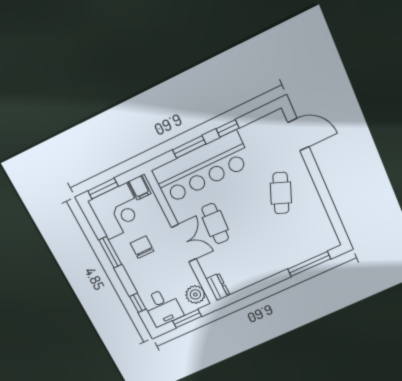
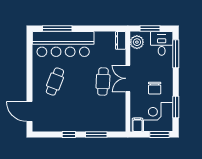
bar counter: (202, 168) -> (63, 44), moved, turned 180
window: (110, 252) -> (176, 107), moved
window: (138, 303) -> (176, 54), width x2.17

